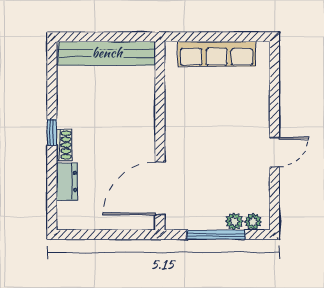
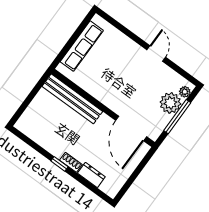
bench: (107, 53) -> (72, 99), moved, turned 90
plant: (234, 221) -> (170, 103), width x1.88, depth x1.88

